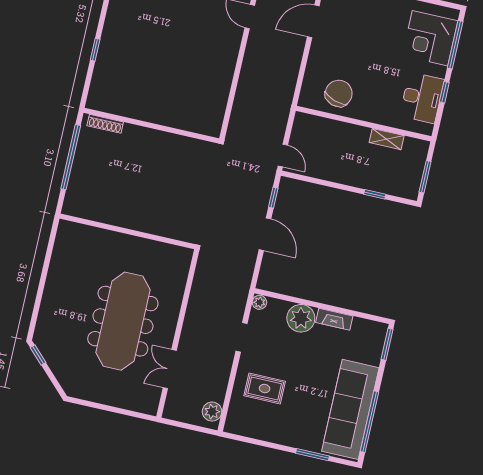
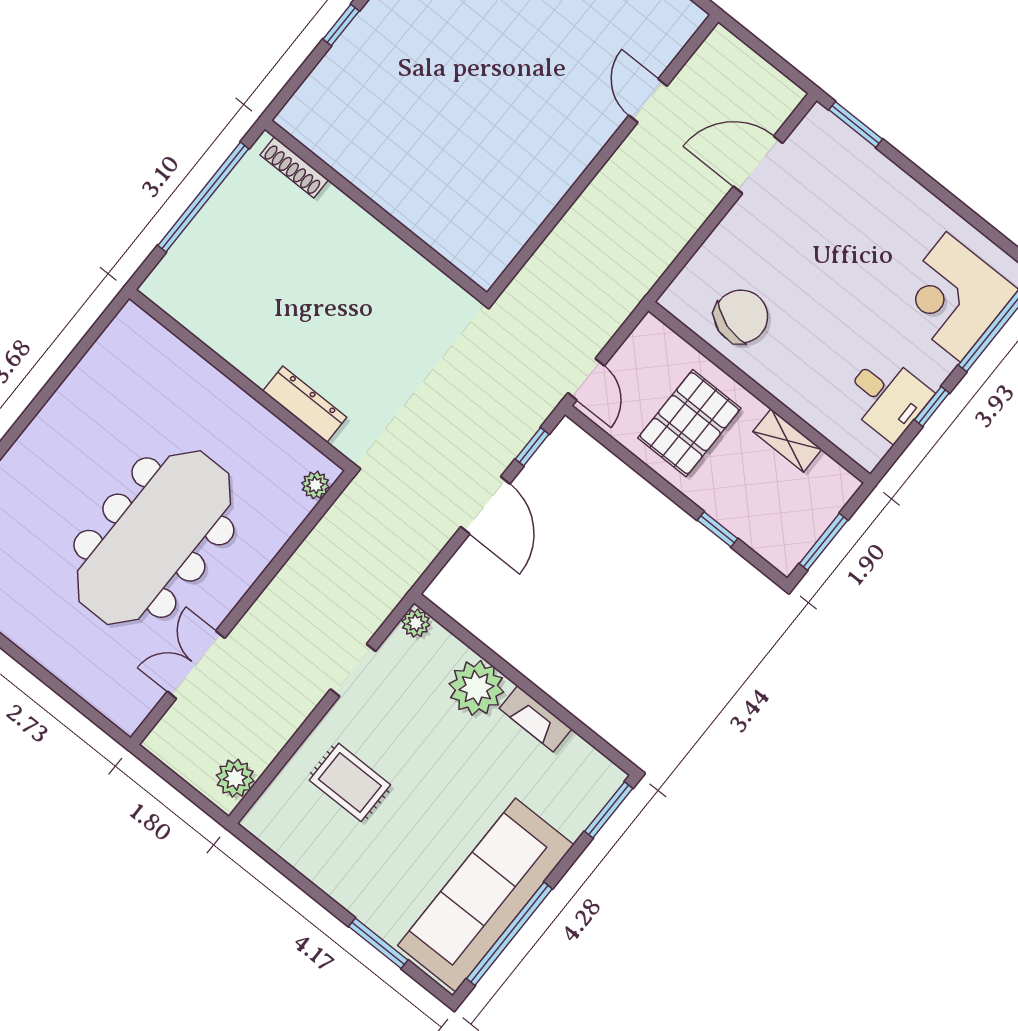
desk: (422, 98) -> (887, 397), width x0.73
pallet: (339, 153) -> (689, 423), added
dresser: (162, 228) -> (305, 404), added
plant: (184, 262) -> (315, 485), added

